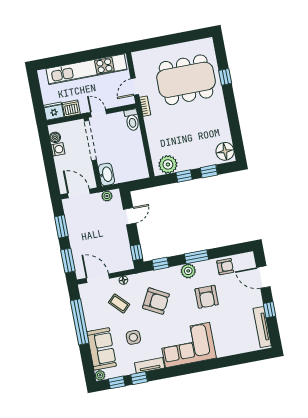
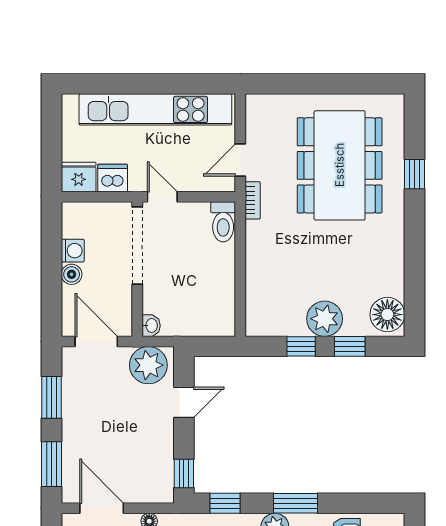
dining table: (186, 80) -> (340, 165), turned 90
boiler: (55, 137) -> (72, 274), moved
plant: (168, 164) -> (325, 319), moved
washbasin: (106, 174) -> (151, 326), width x0.52, depth x0.69
plant: (107, 196) -> (148, 365), width x1.88, depth x1.88

